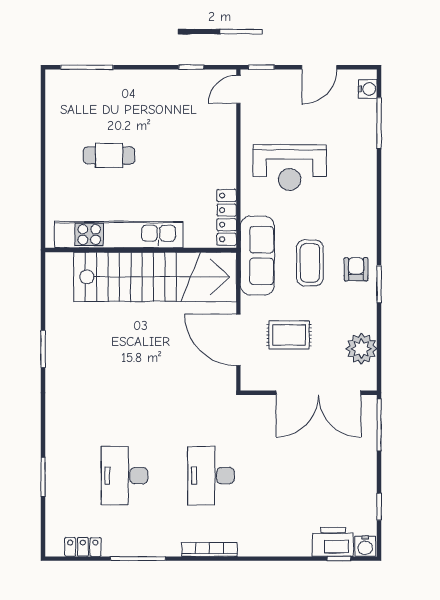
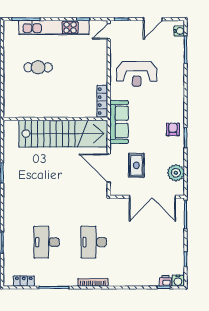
kitchen unit: (119, 235) -> (54, 28), moved, turned 180
coffee table: (310, 263) -> (148, 126), removed
rug: (289, 335) -> (136, 165), turned 90
printer: (333, 542) -> (165, 281), width x0.53, depth x0.68

